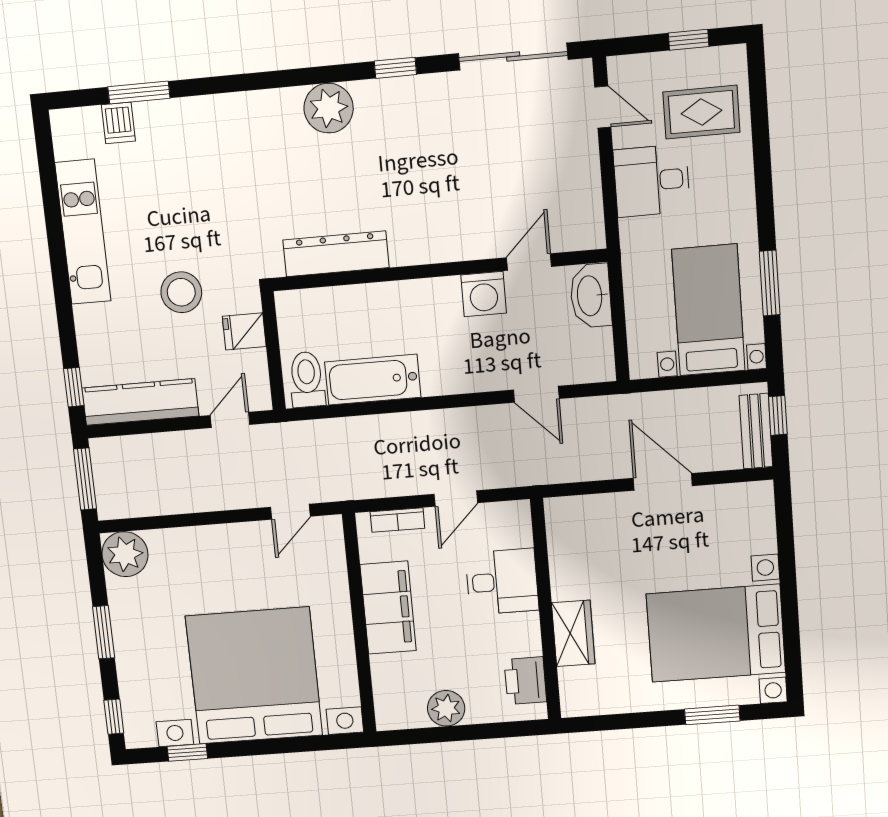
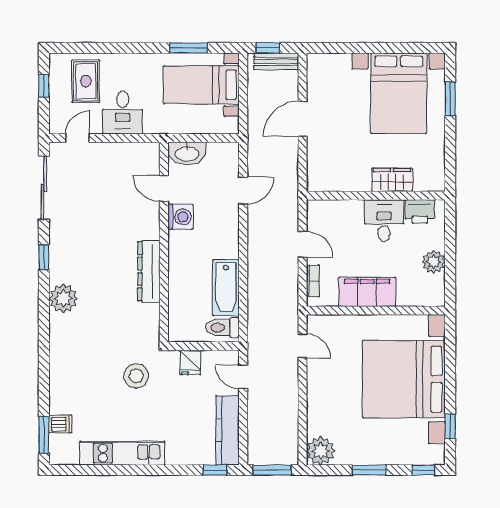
window: (139, 92) -> (44, 435), moved
dresser: (336, 254) -> (149, 271), moved
stool: (181, 292) -> (136, 376), moved
desk: (502, 582) -> (384, 221), moved

